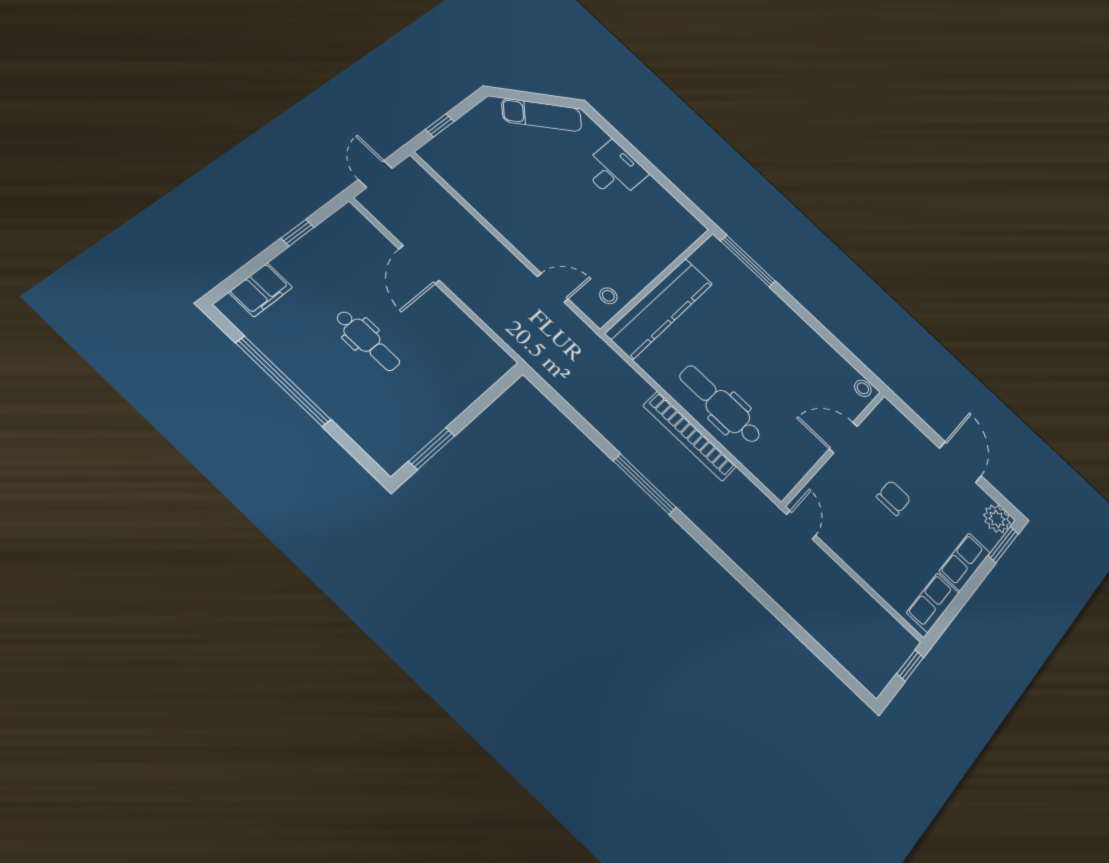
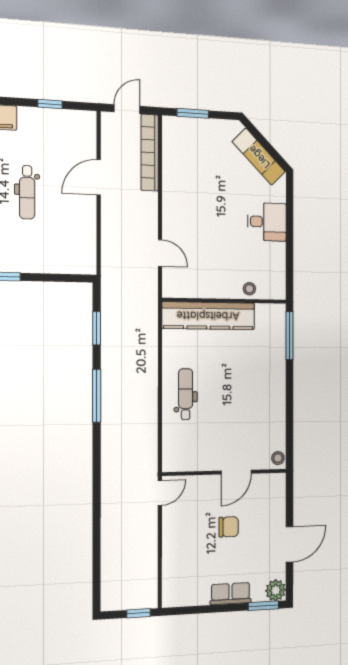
window: (440, 125) -> (193, 113), width x1.50
stool: (608, 296) -> (249, 289), moved
dental chair: (720, 405) -> (186, 394), width x0.73, depth x0.72
window: (574, 416) -> (97, 328), added
bookcase: (690, 436) -> (150, 153), moved
door: (843, 438) -> (236, 472), swing flipped
row of seats: (933, 603) -> (188, 596), removed

